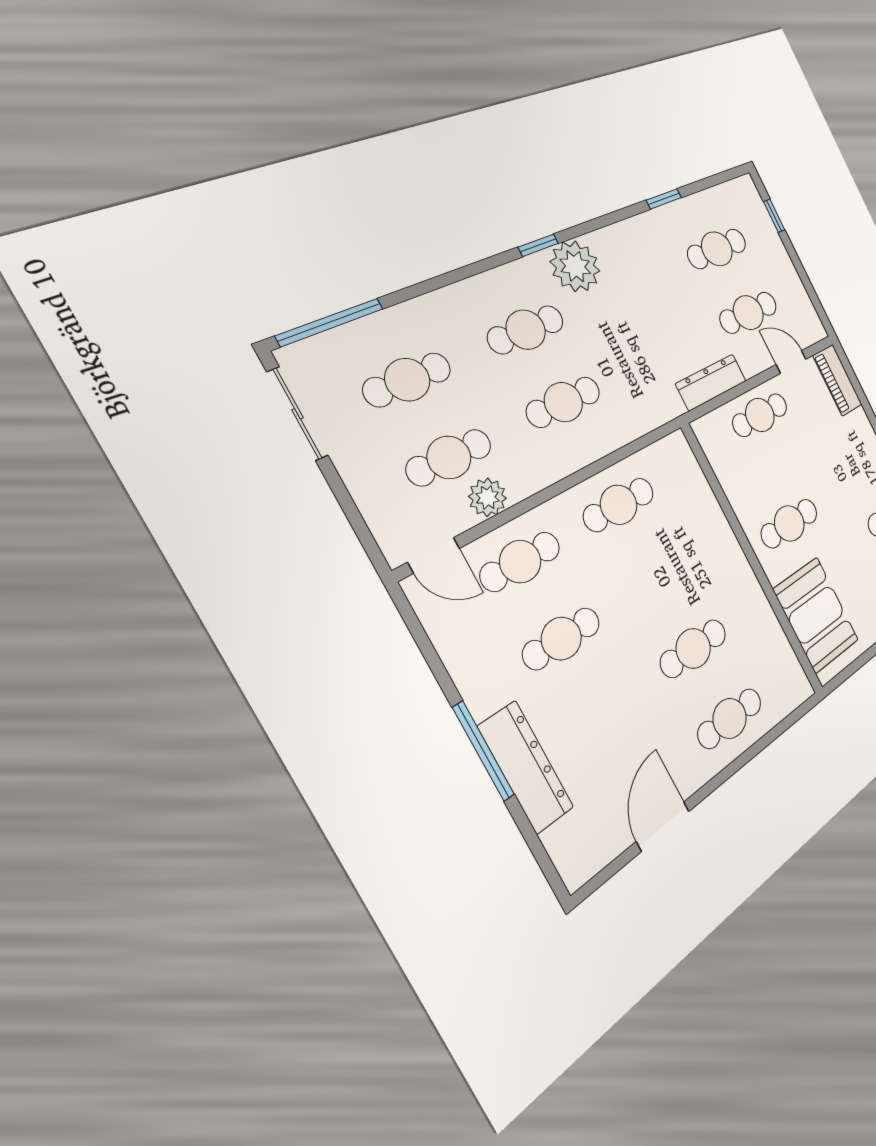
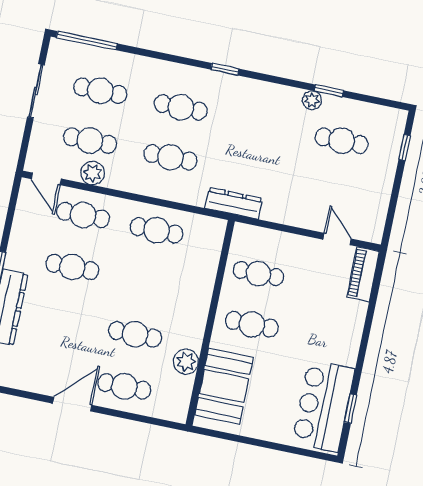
plant: (575, 266) -> (312, 100), moved, width x0.53, depth x0.53
cafe table: (748, 313) -> (331, 191), removed
dresser: (711, 382) -> (234, 203), moved
sliding door: (297, 414) -> (36, 91), moved
cafe table: (760, 415) -> (258, 274), moved
plant: (764, 626) -> (186, 362), added
door: (663, 826) -> (72, 404), moved

